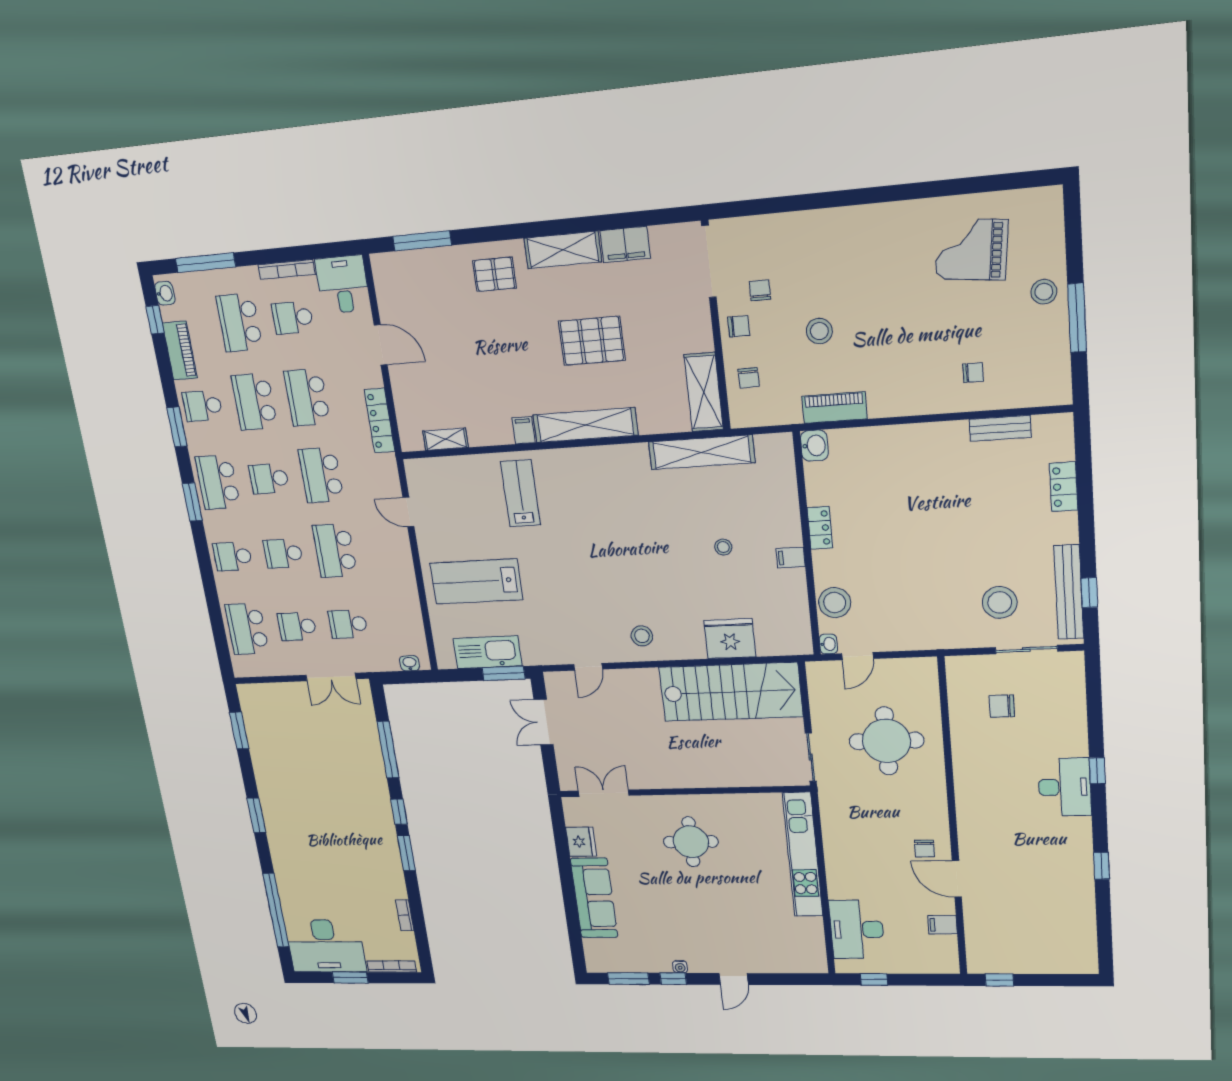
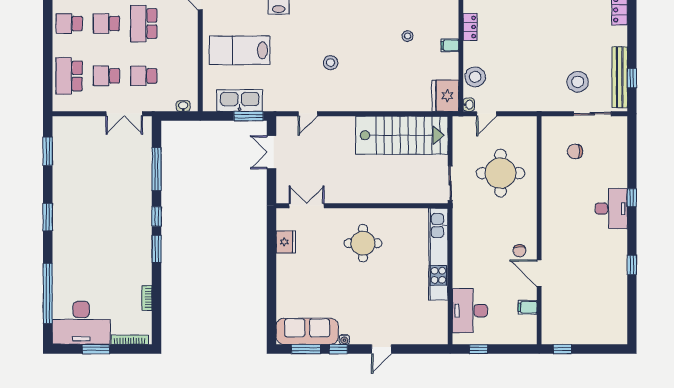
stool: (642, 636) -> (331, 63), moved
fridge: (730, 639) -> (445, 96), moved, turned -90
sofa: (594, 898) -> (307, 331), moved, turned -90

